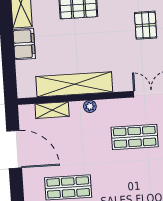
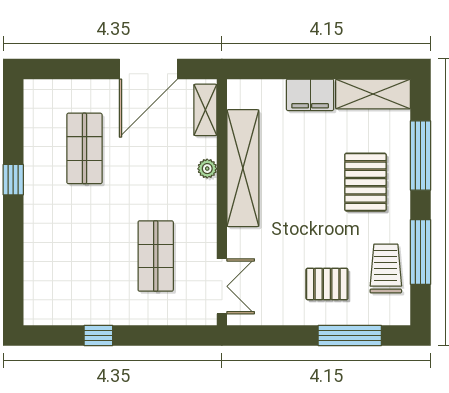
plant: (90, 106) -> (207, 169), moved
shelving: (52, 110) -> (205, 110), moved

